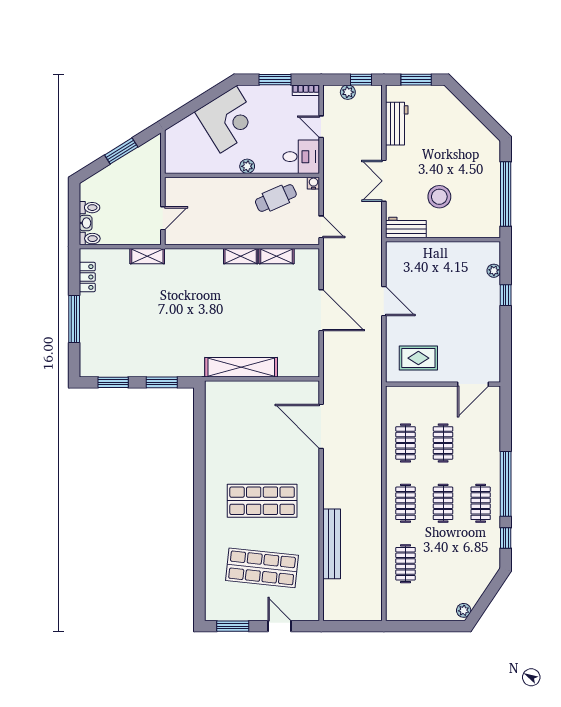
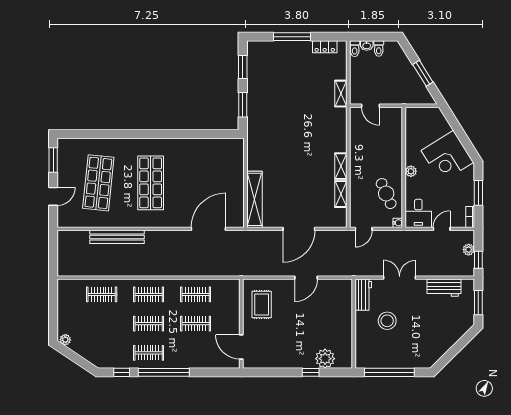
plant: (494, 271) -> (325, 359), width x1.88, depth x1.88
shelving: (241, 367) -> (254, 199), moved

